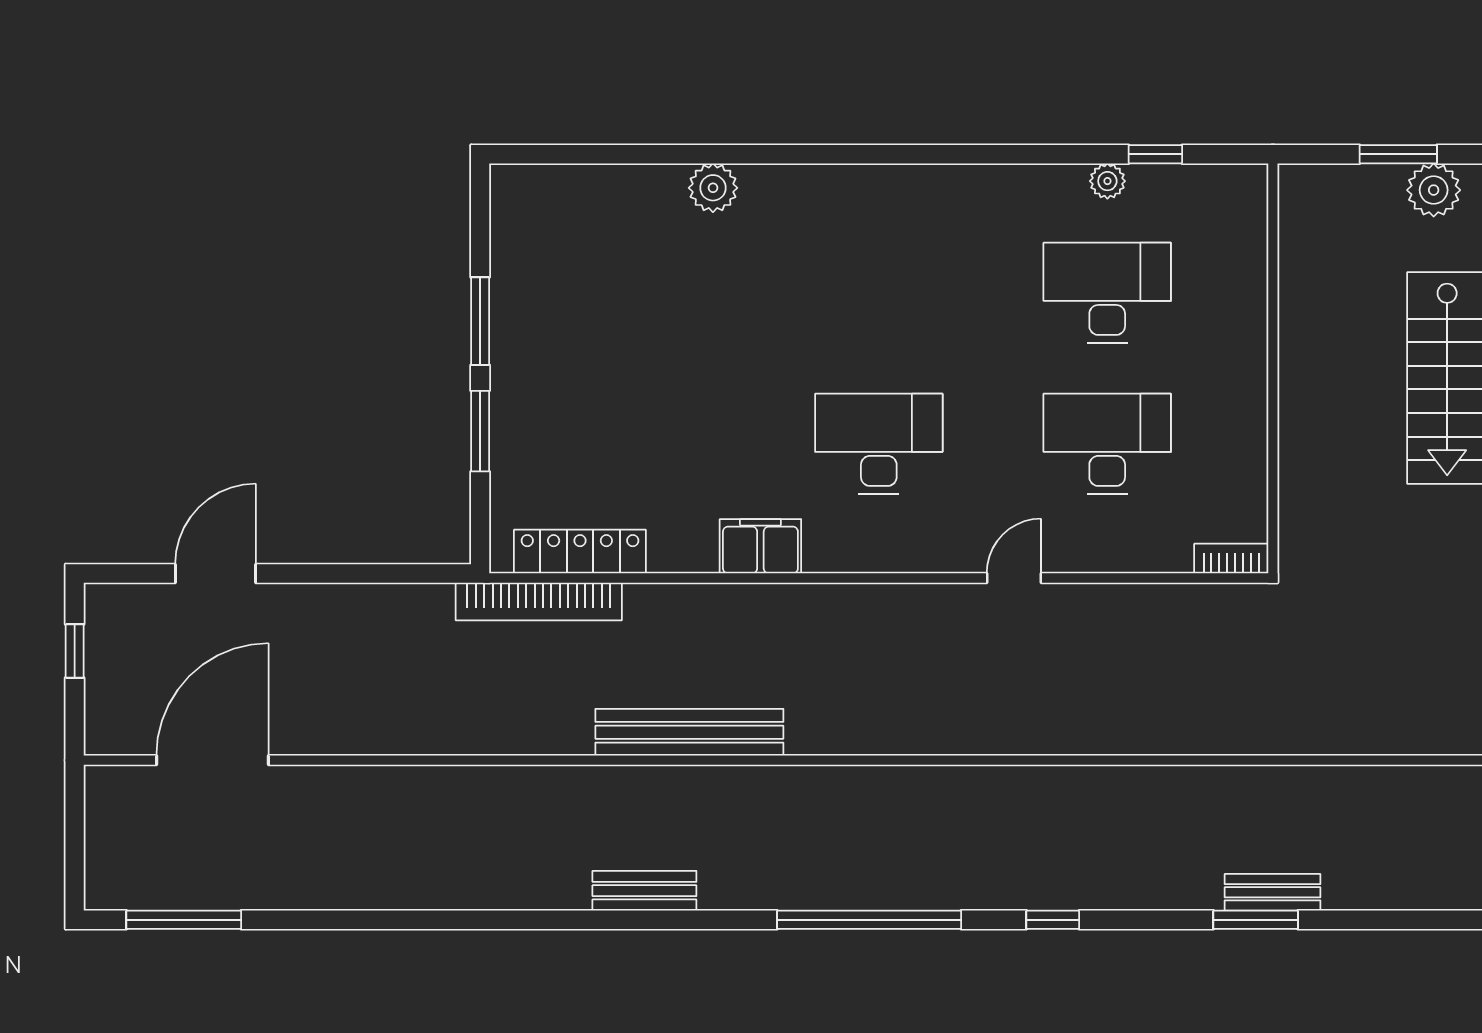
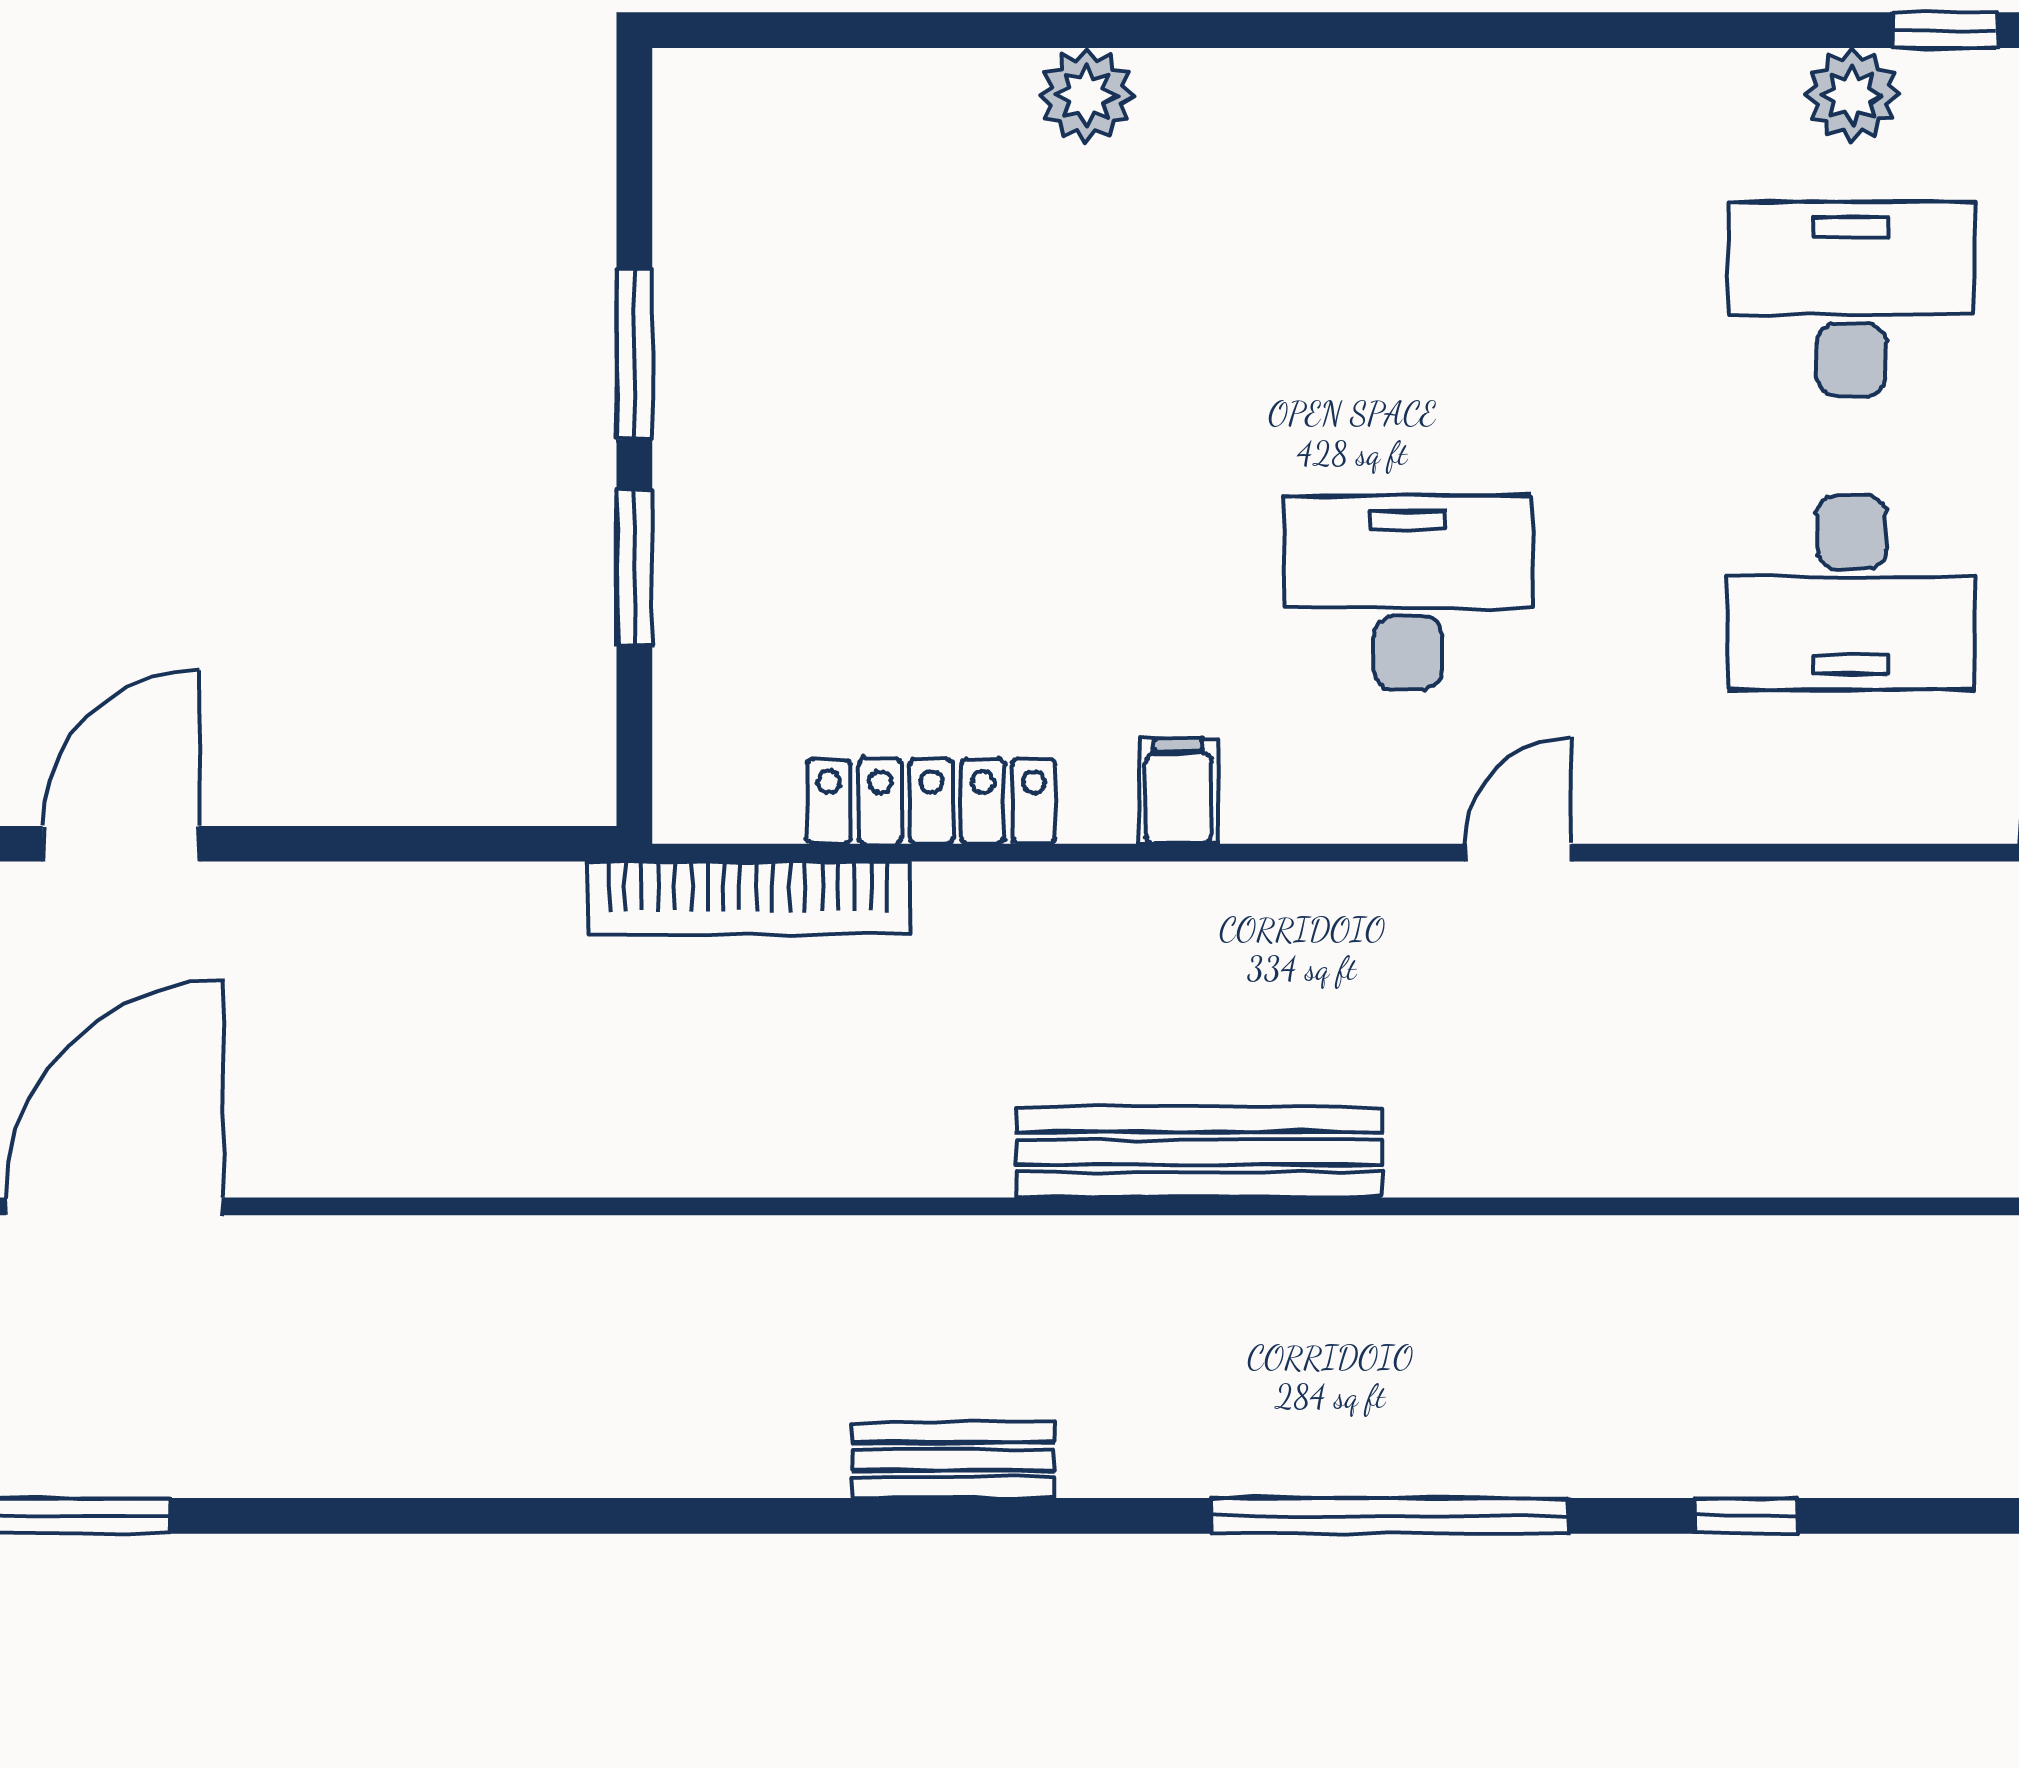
plant: (1107, 181) -> (1852, 95), width x1.38, depth x1.38
desk: (1107, 444) -> (1851, 592), turned 180
filing cabinet: (760, 546) -> (1179, 791), width x0.50
locker: (580, 552) -> (931, 801), moved
door: (1014, 578) -> (1518, 853), moved
bench: (689, 732) -> (1199, 1152), moved

